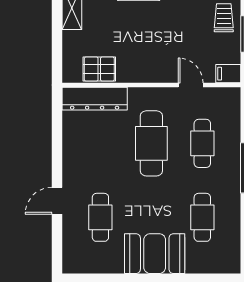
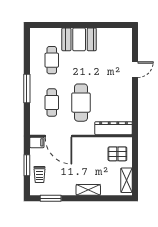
pallet: (99, 69) -> (117, 154), moved
door: (191, 85) -> (58, 136), width x1.88
cafe table: (100, 217) -> (110, 60), removed

